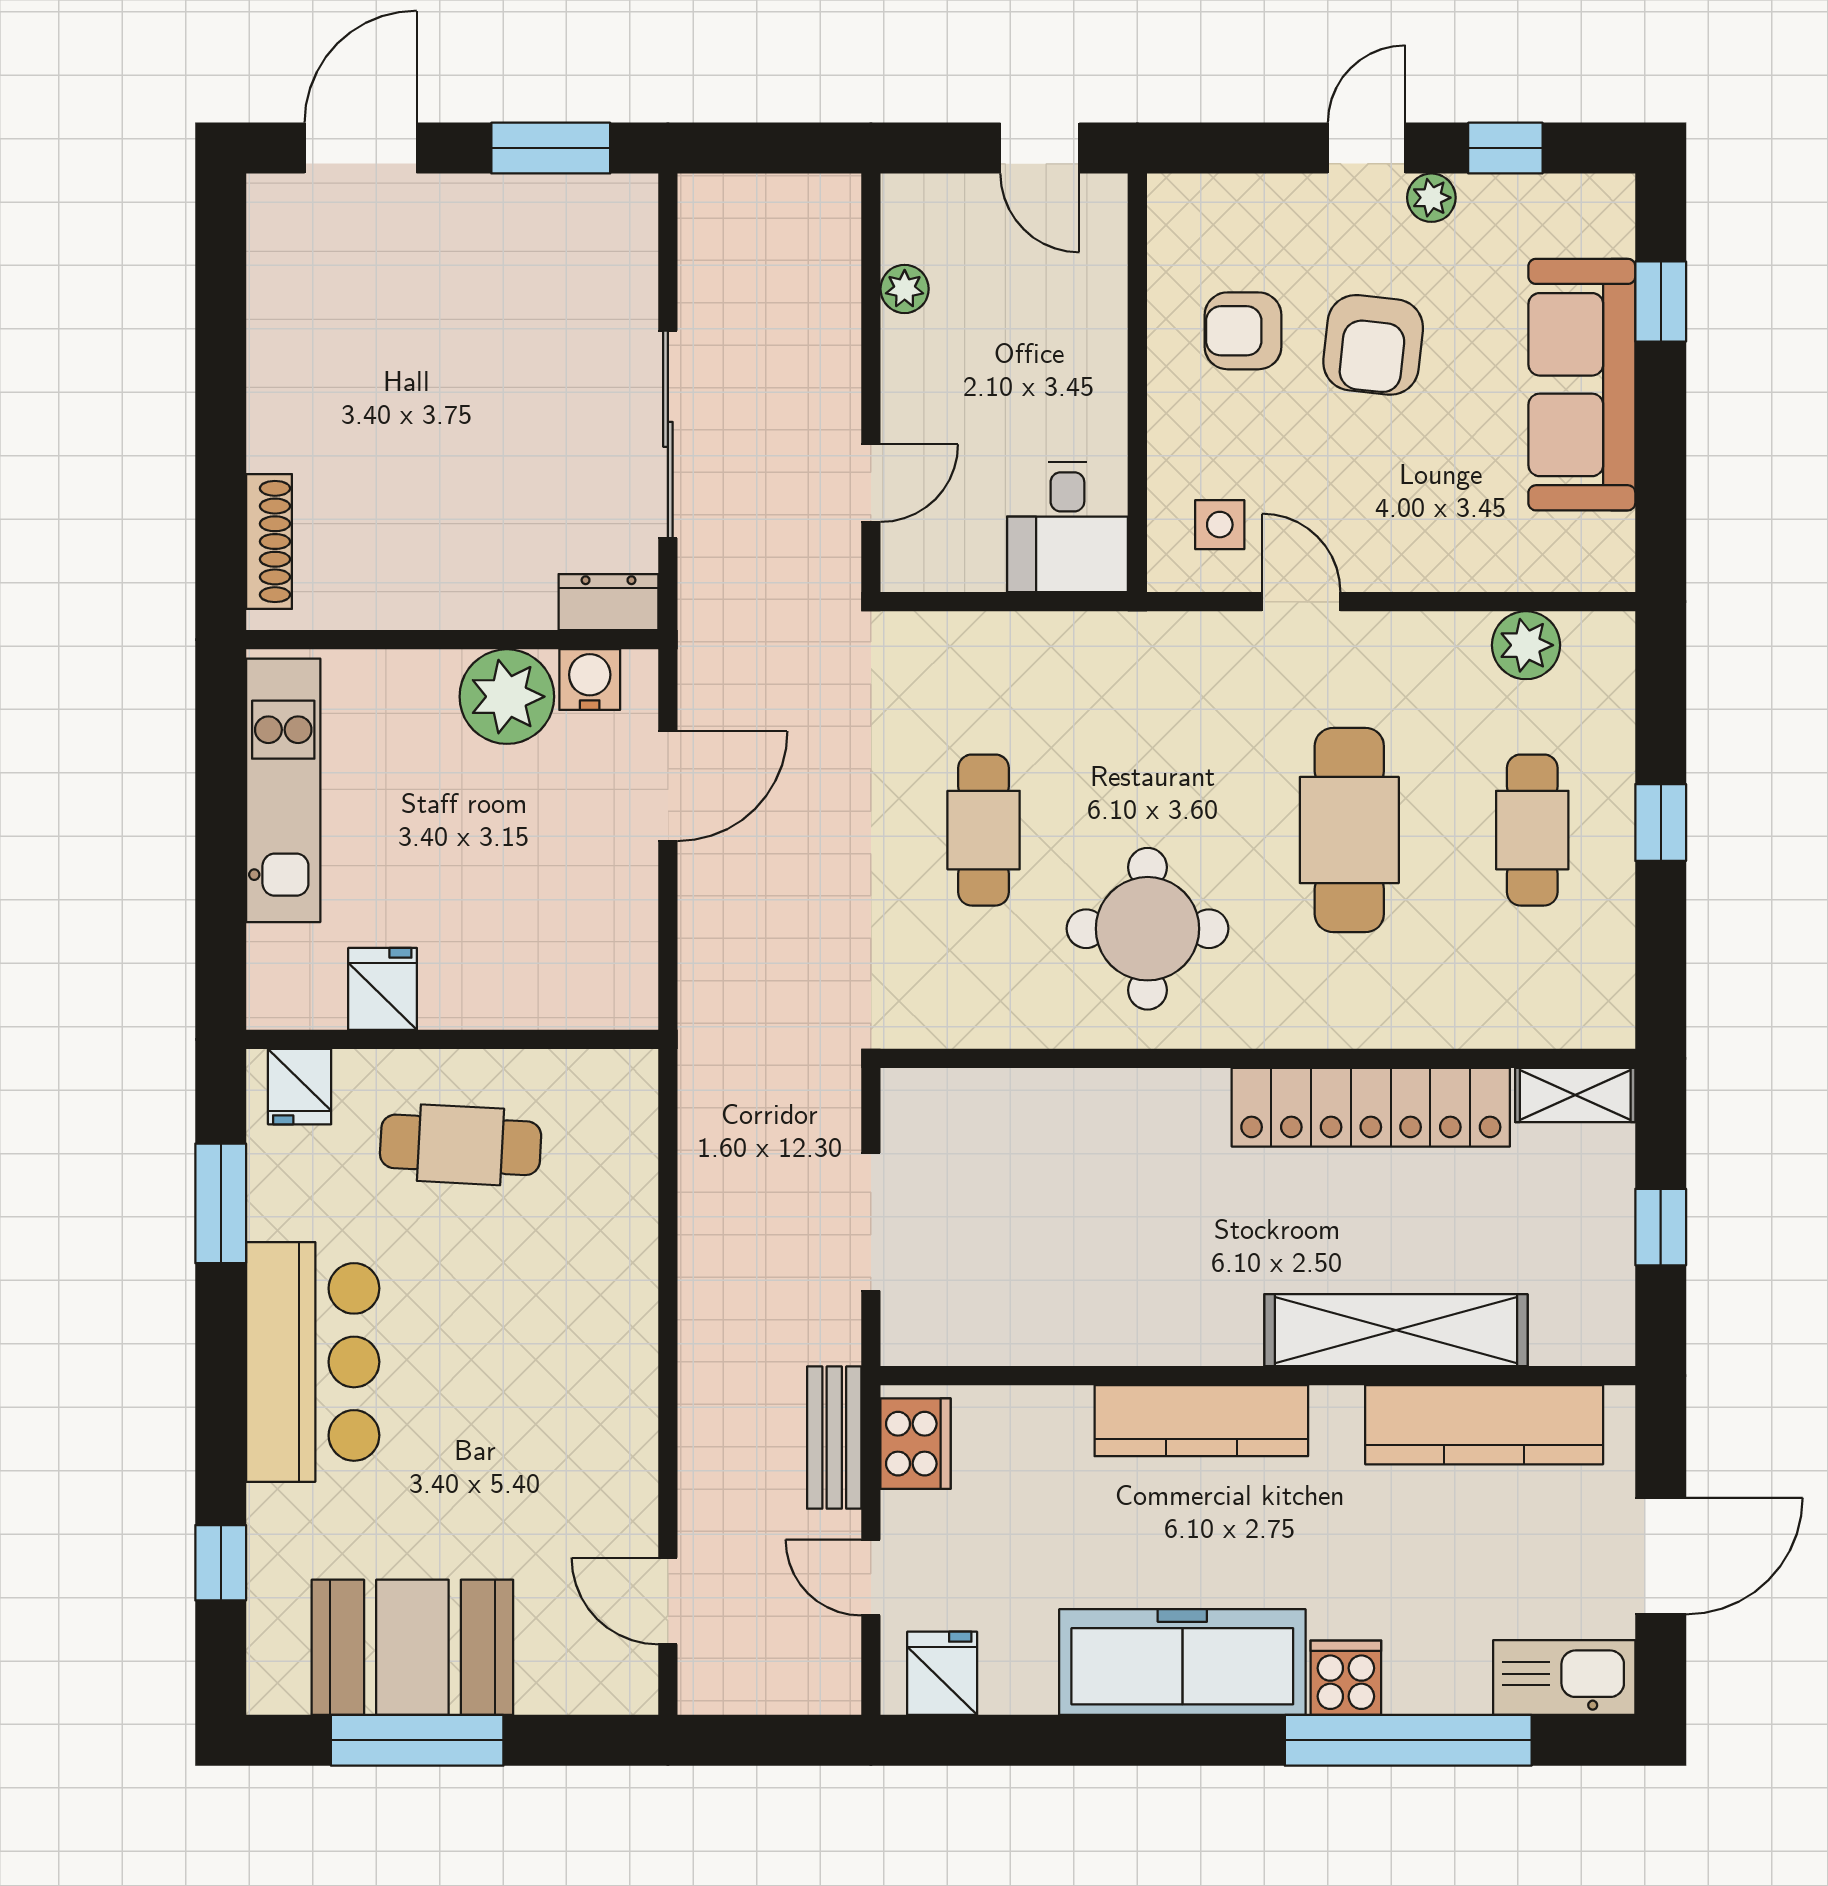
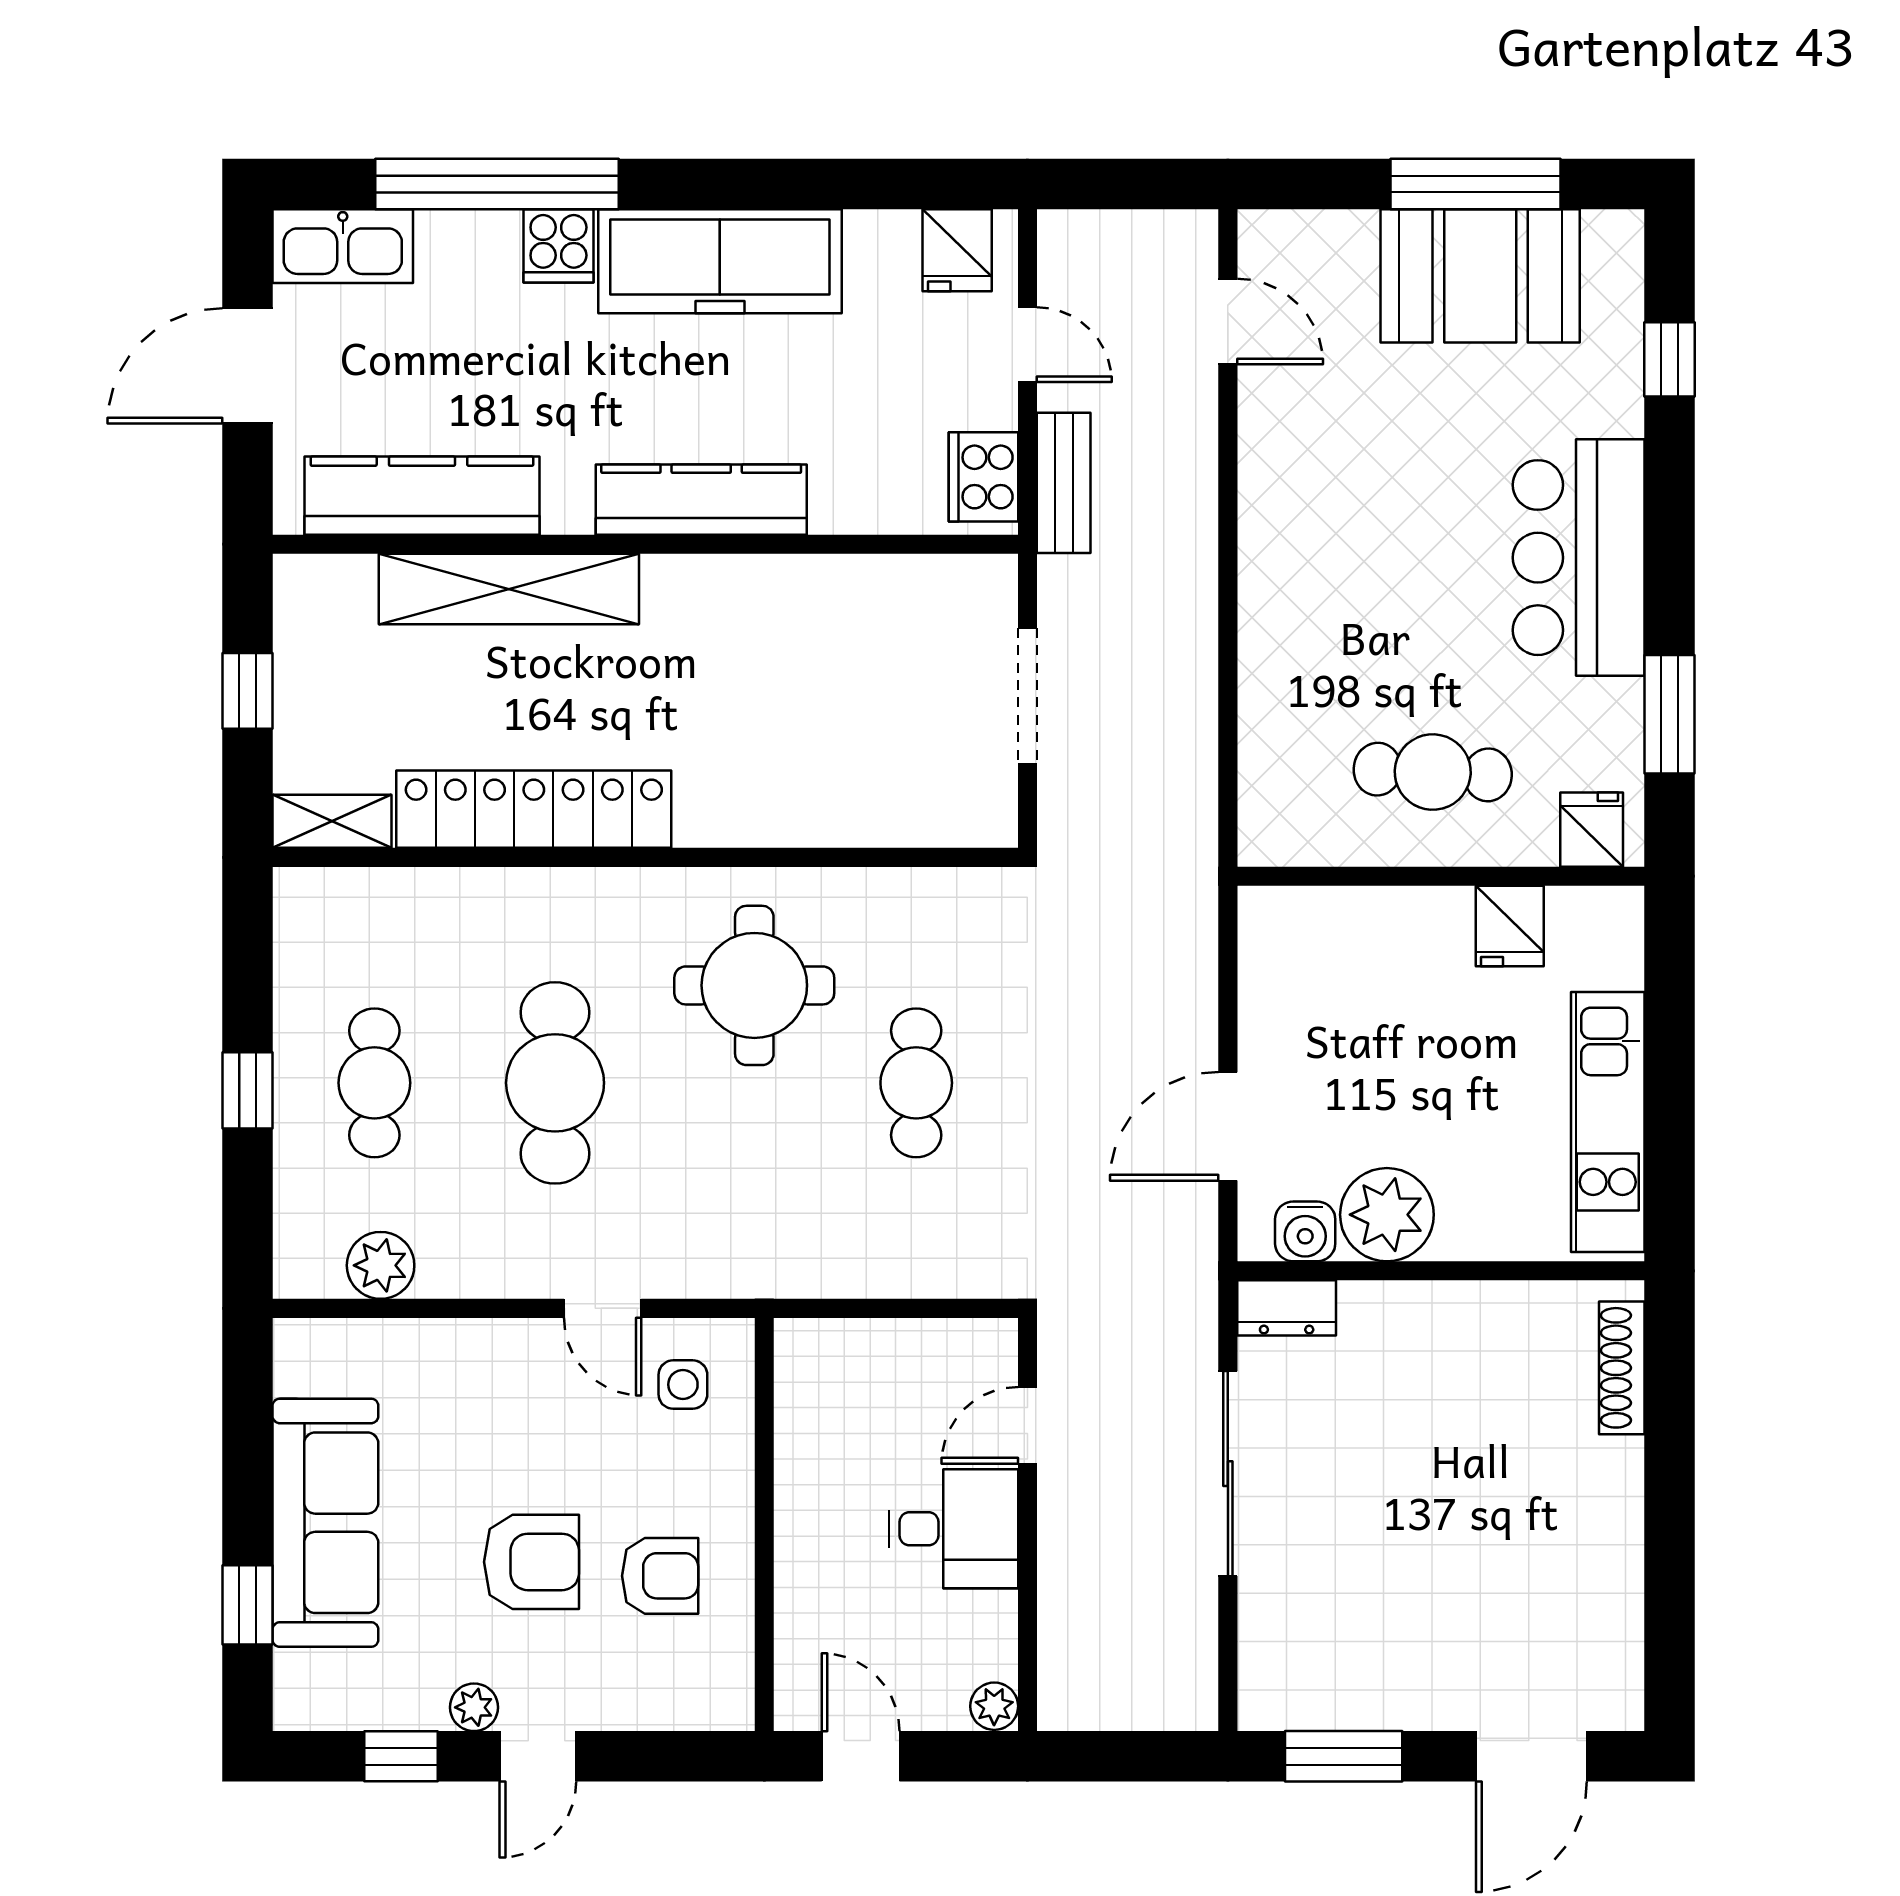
plant: (905, 289) -> (994, 1706), moved
armchair: (1373, 345) -> (532, 1562), turned 84
desk: (1067, 527) -> (954, 1529), moved, turned 90

